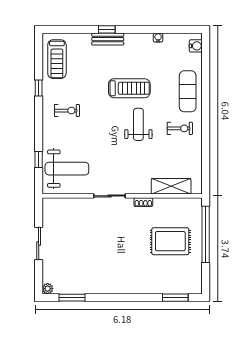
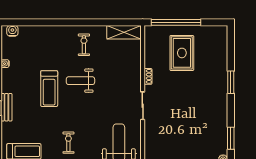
treadmill: (129, 88) -> (49, 89), turned 180
exercise mat: (188, 91) -> (52, 38), removed
shelving: (171, 186) -> (124, 32), moved, turned 90
window: (175, 298) -> (231, 82), moved

